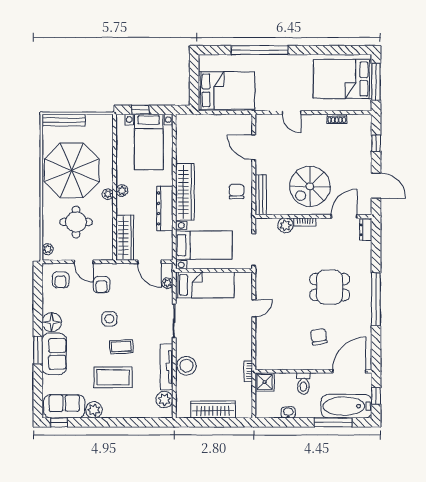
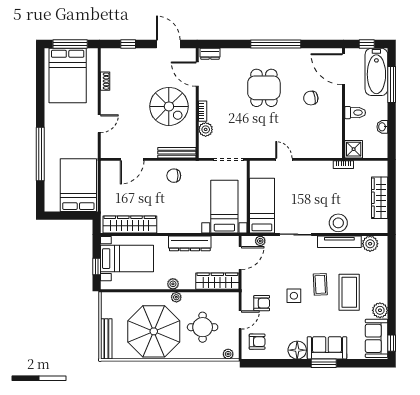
door: (376, 186) -> (168, 44), hinge flipped
wardrobe: (185, 192) -> (130, 224), moved

